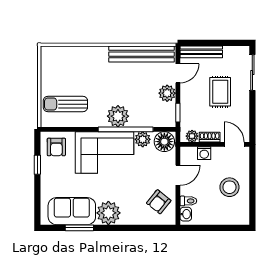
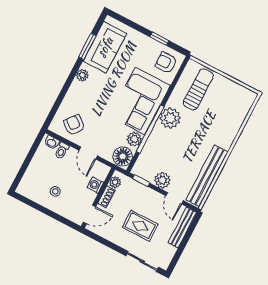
plant: (118, 116) -> (170, 118), moved
stool: (229, 187) -> (55, 191), width x0.53, depth x0.53
plant: (108, 213) -> (82, 75), width x0.53, depth x0.53

